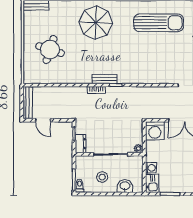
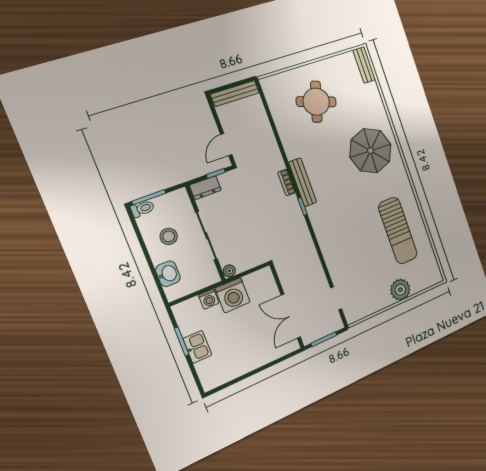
bench: (104, 79) -> (303, 182), width x1.36
door: (43, 120) -> (226, 145), moved
washing machine: (155, 131) -> (233, 295), moved, turned -90
kitchen sink: (152, 183) -> (197, 347), moved, turned -90

